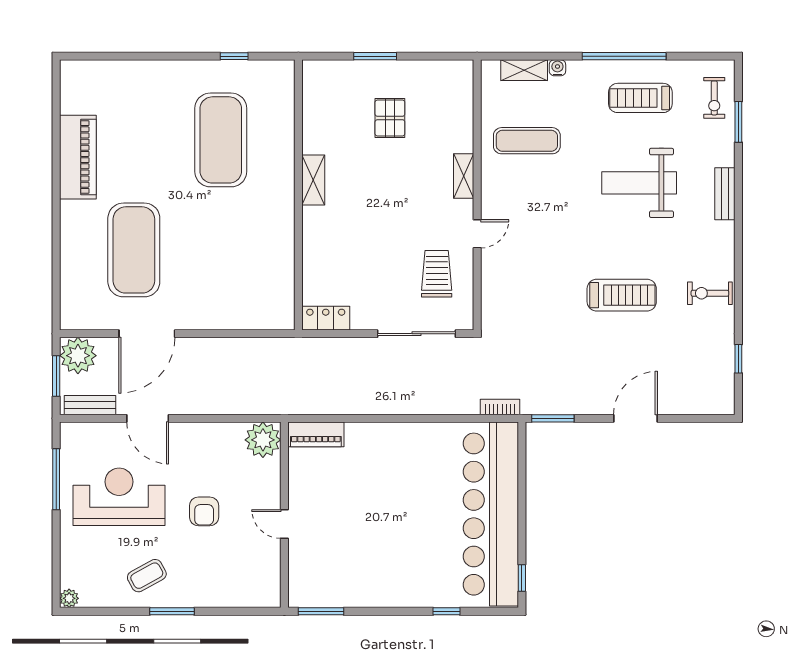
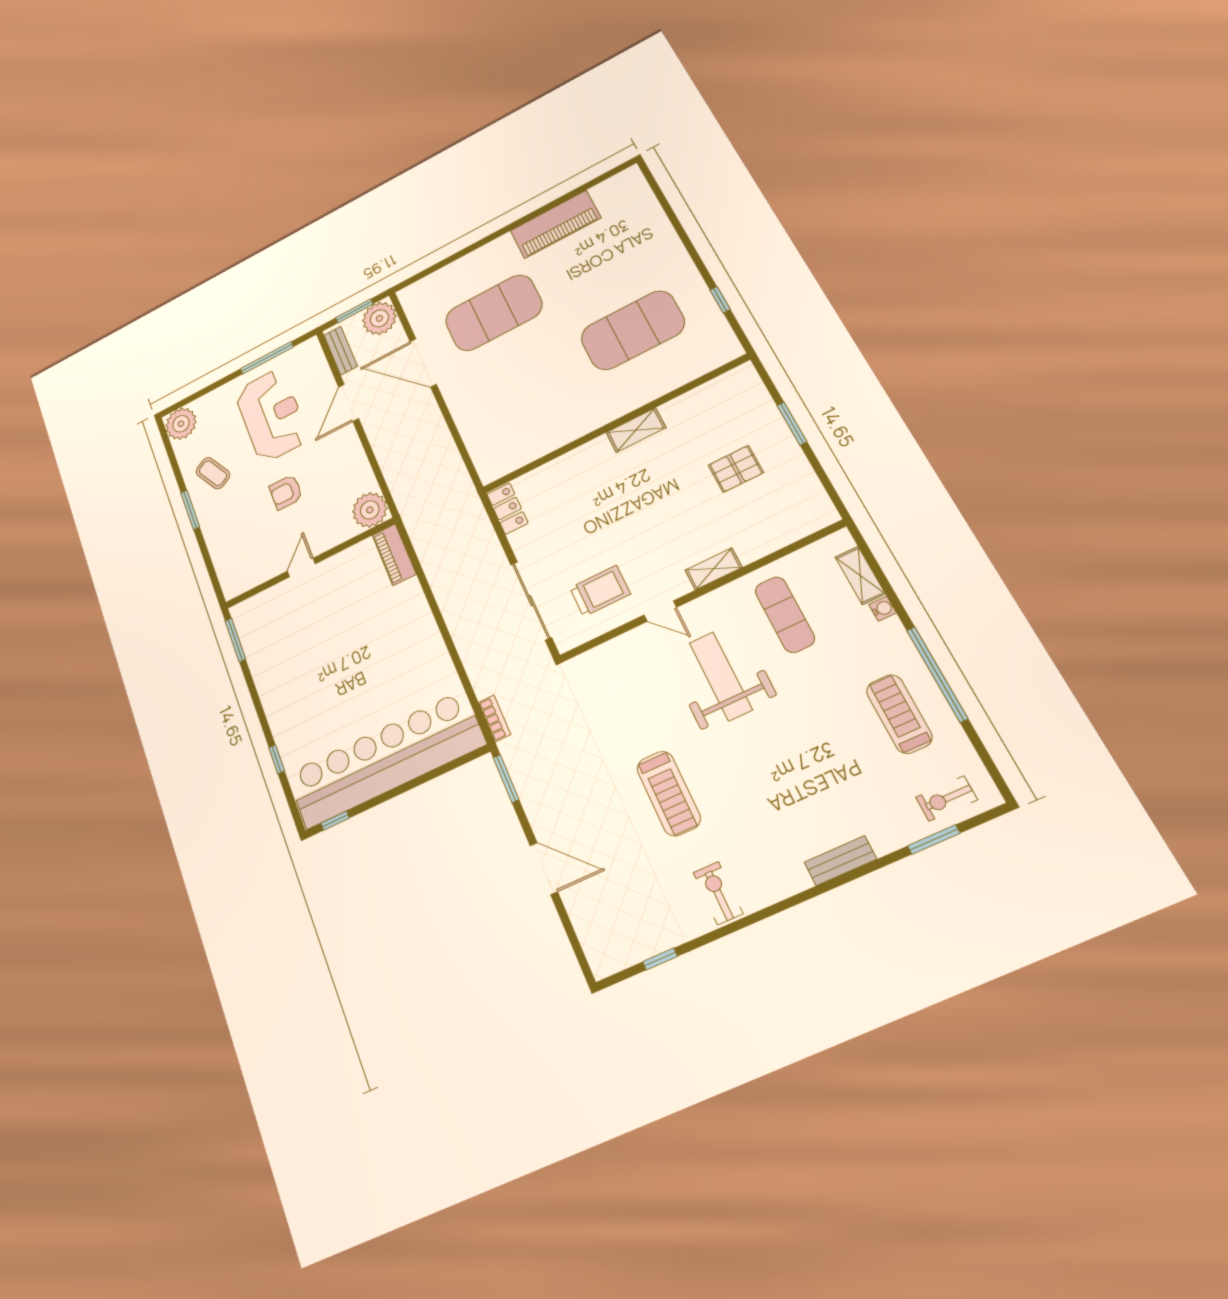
weight bench: (639, 183) -> (721, 676), moved
plant: (69, 598) -> (181, 424), width x1.88, depth x1.88

